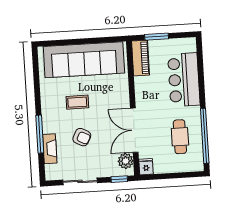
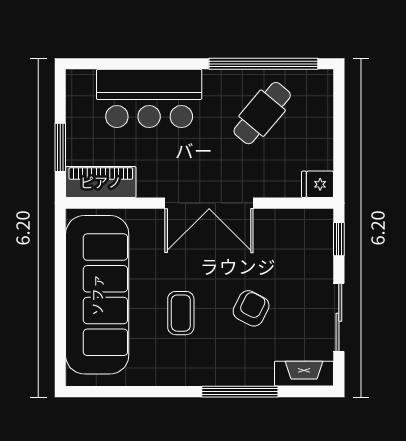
double door: (134, 130) -> (209, 203), moved
cafe table: (180, 137) -> (262, 113), turned -50
fireplace: (50, 149) -> (304, 374), moved
plant: (126, 161) -> (304, 224), removed

